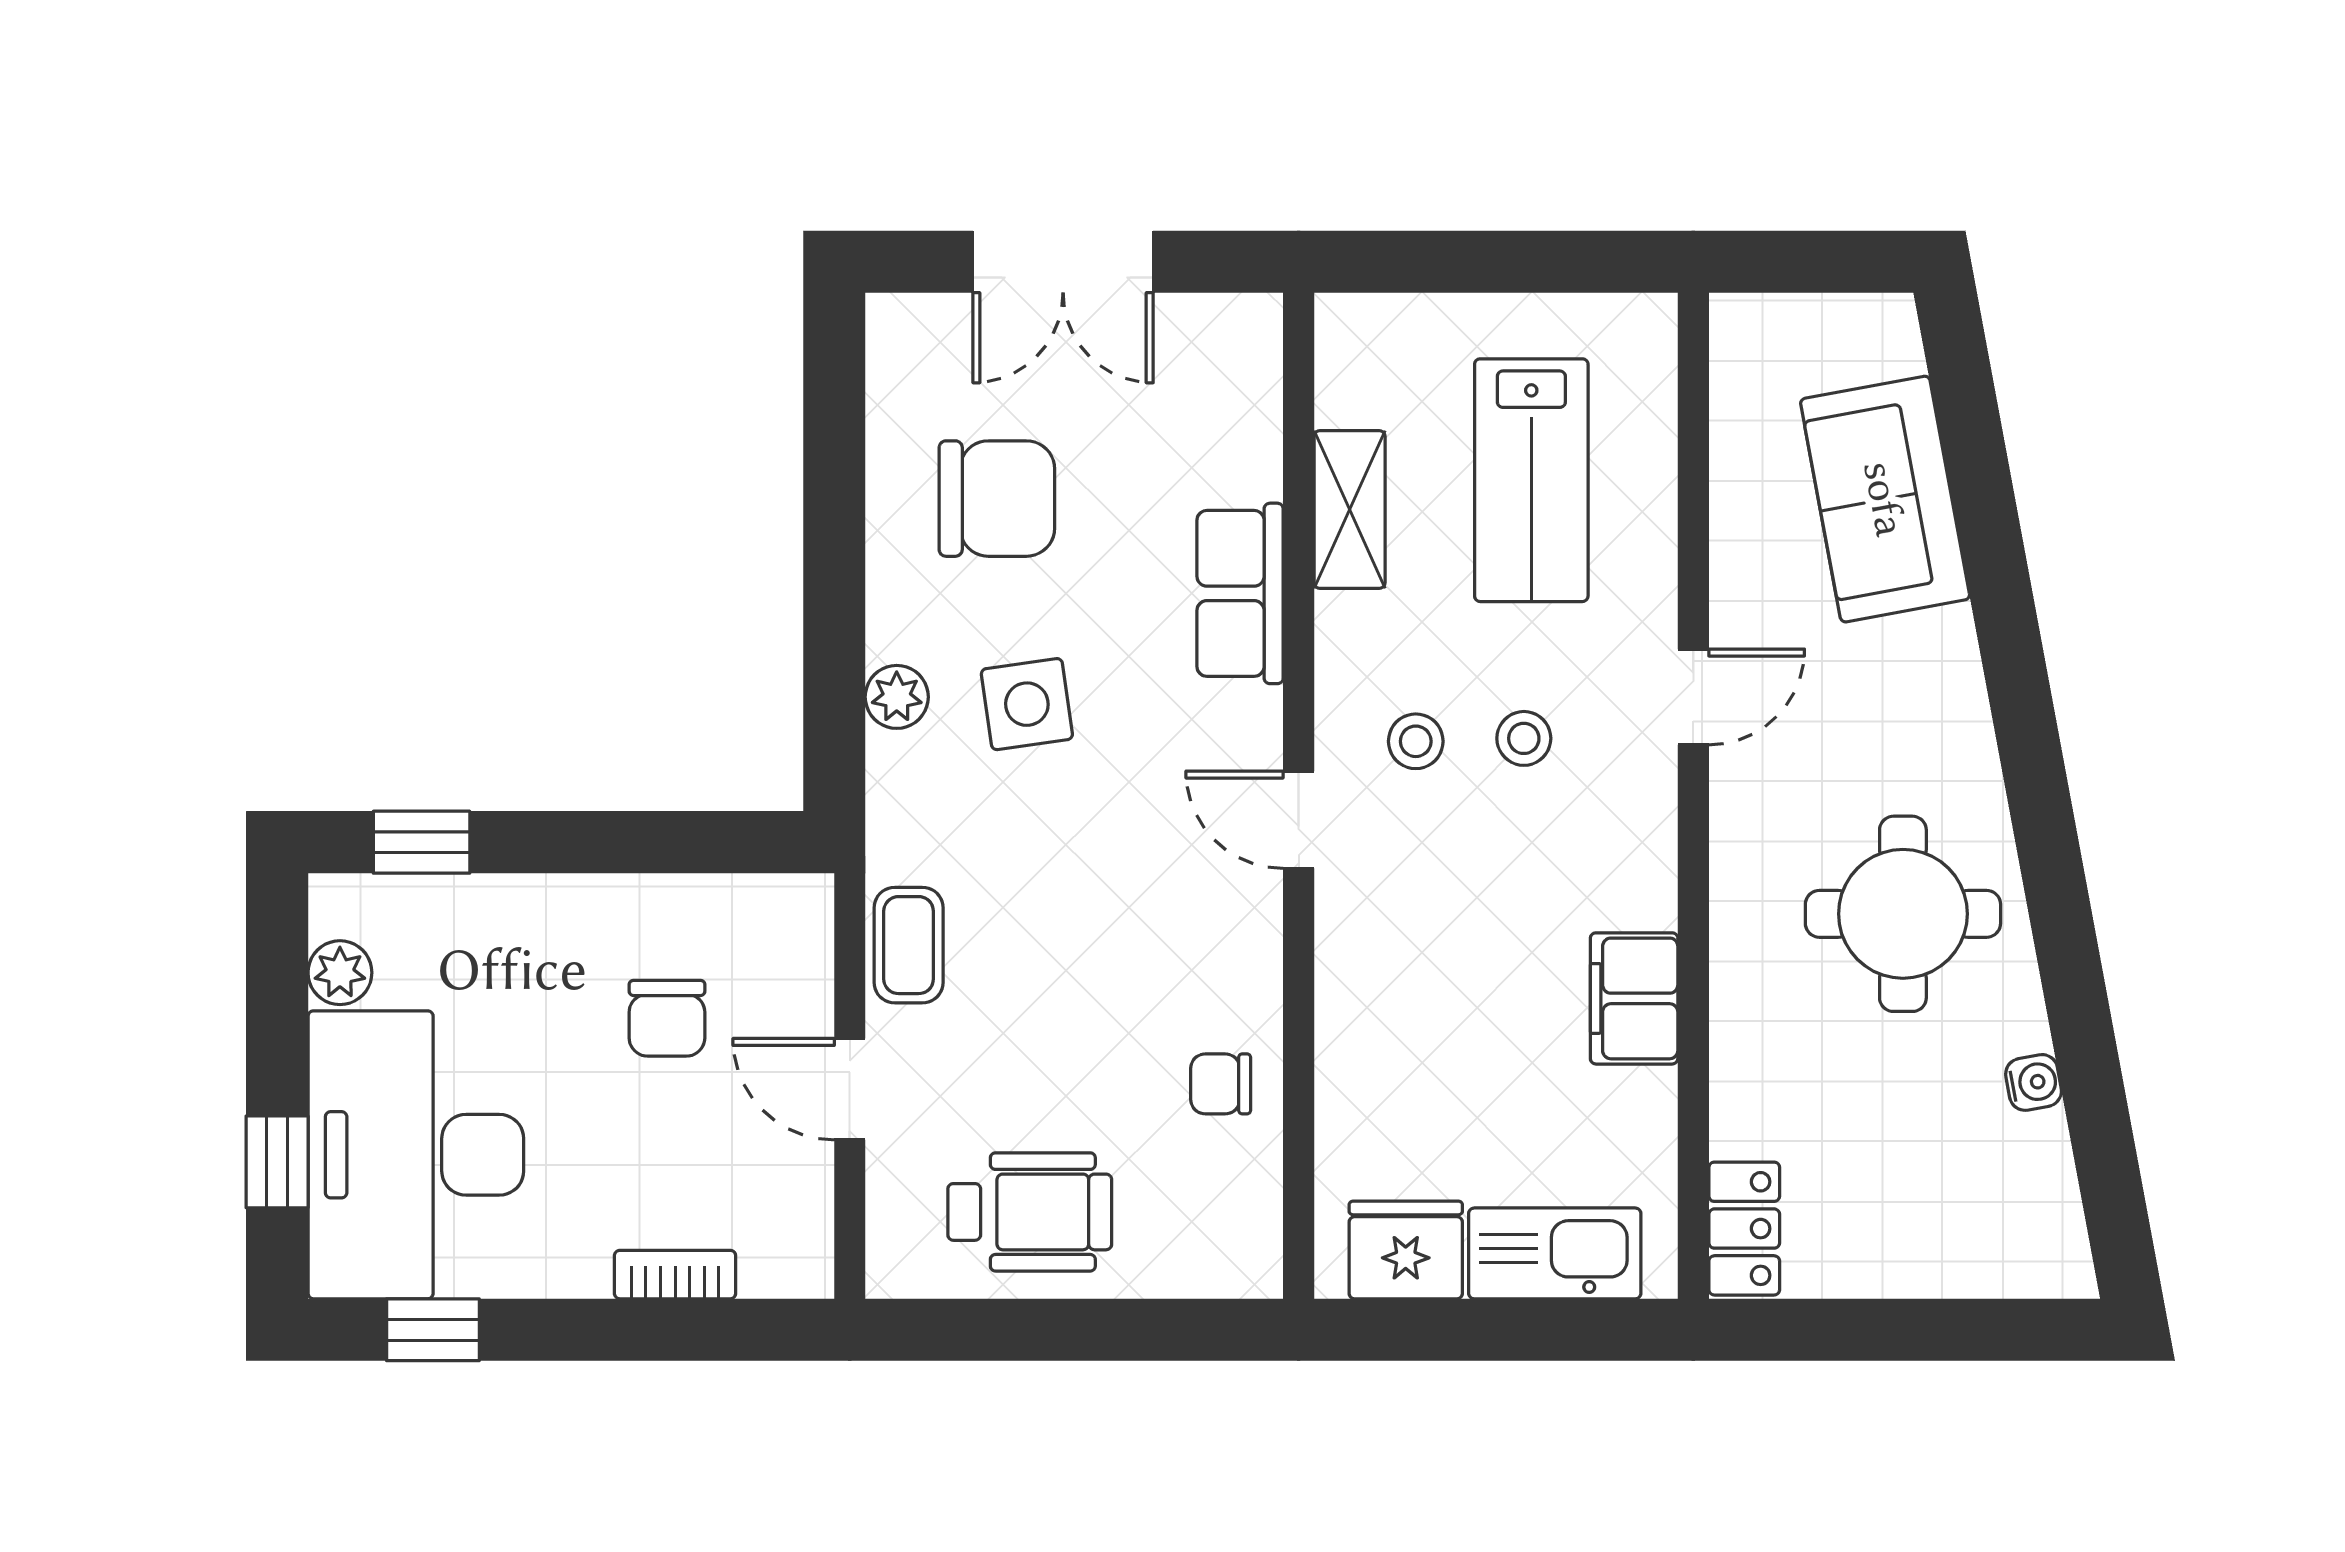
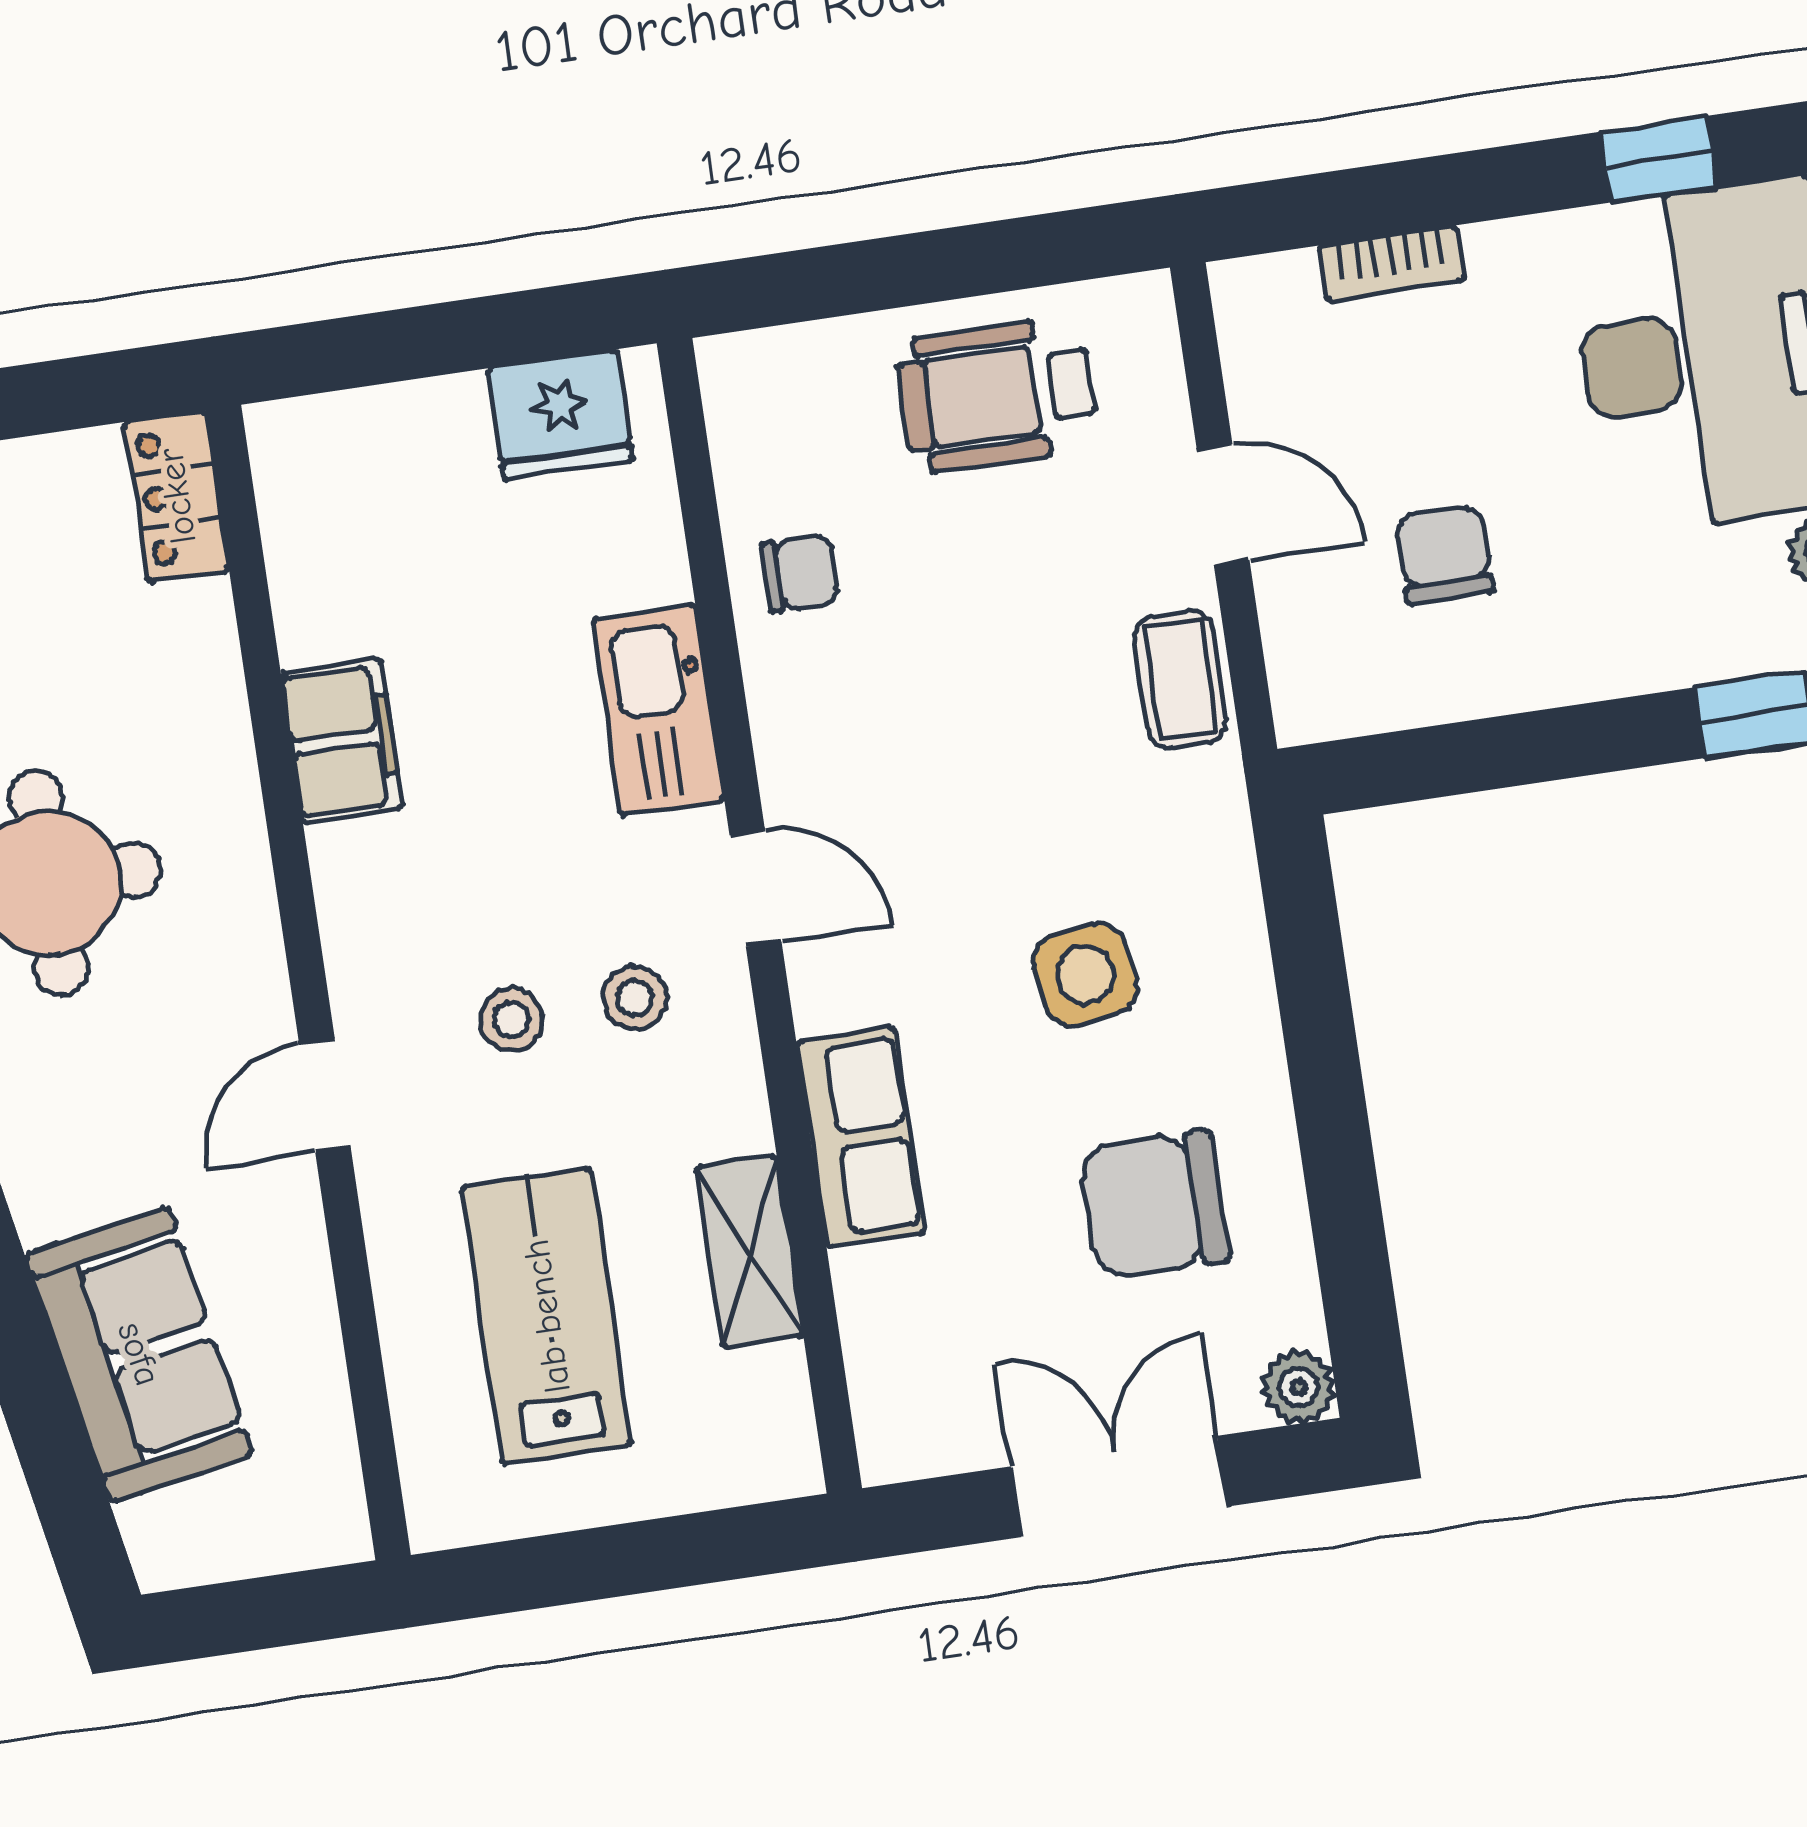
plant: (897, 697) -> (1299, 1387), moved
kitchen sink: (1555, 1253) -> (658, 710), moved, turned 90

